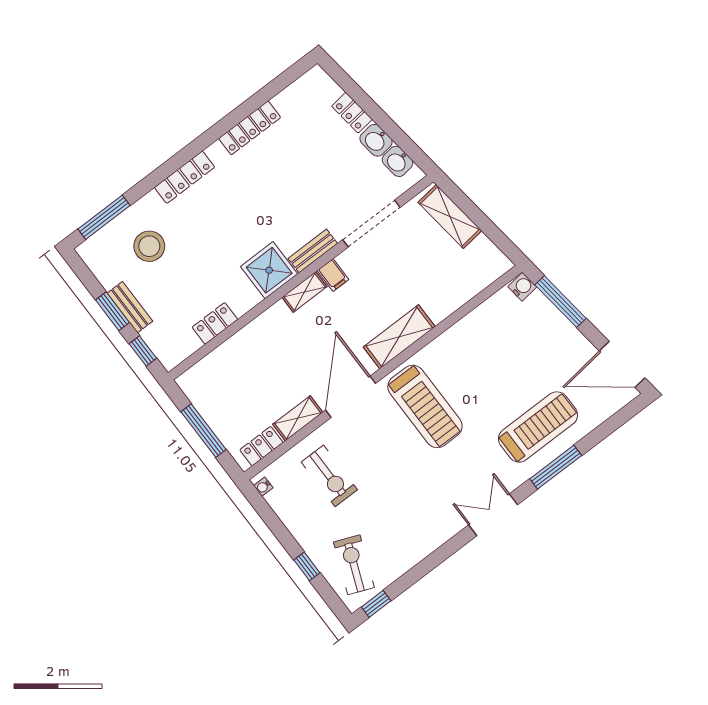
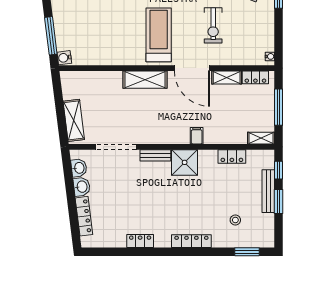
locker: (352, 113) -> (84, 216), width x1.53
locker: (250, 128) -> (140, 241), width x0.66
window: (104, 217) -> (247, 252), width x0.69
stool: (149, 246) -> (235, 220), width x0.53, depth x0.53
filing cabinet: (333, 275) -> (197, 136), moved
shelving: (305, 292) -> (261, 138), moved
bench: (130, 307) -> (268, 191), width x1.36
door: (351, 397) -> (192, 68), hinge flipped
exercise bike: (329, 476) -> (213, 25), moved, turned 180

